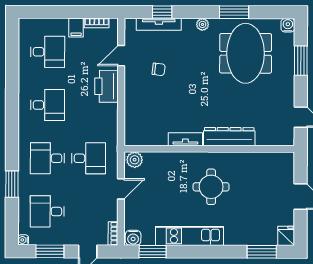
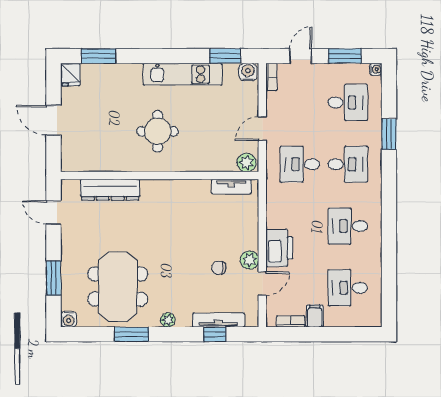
plant: (132, 76) -> (250, 260), added
dresser: (229, 137) -> (110, 190), moved
tv unit: (185, 139) -> (231, 187), moved

